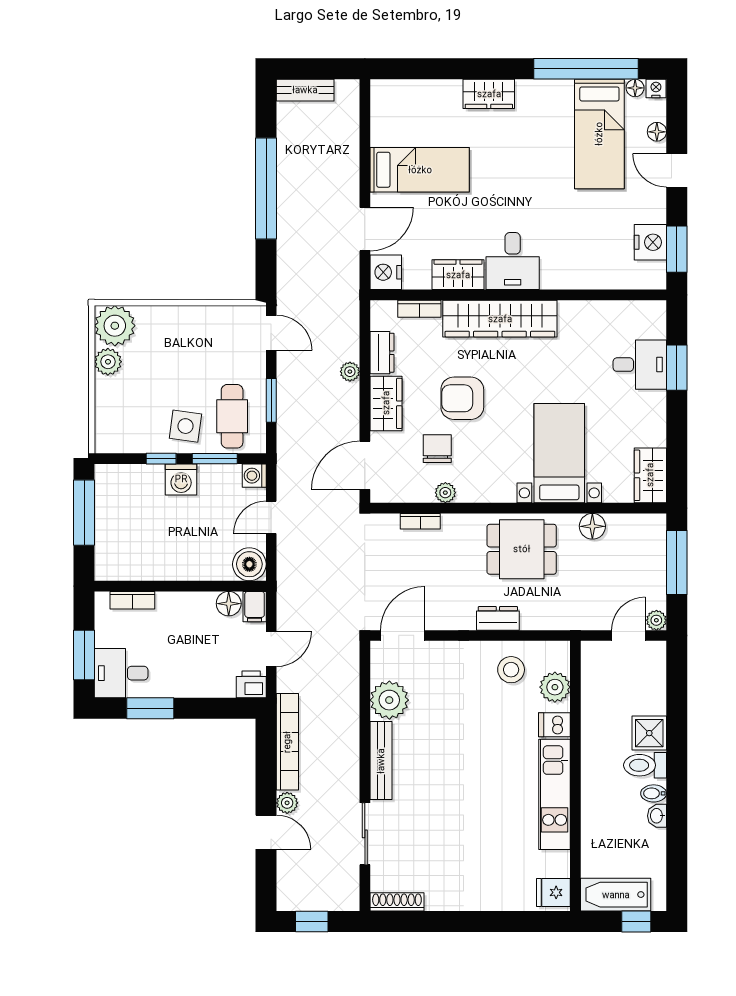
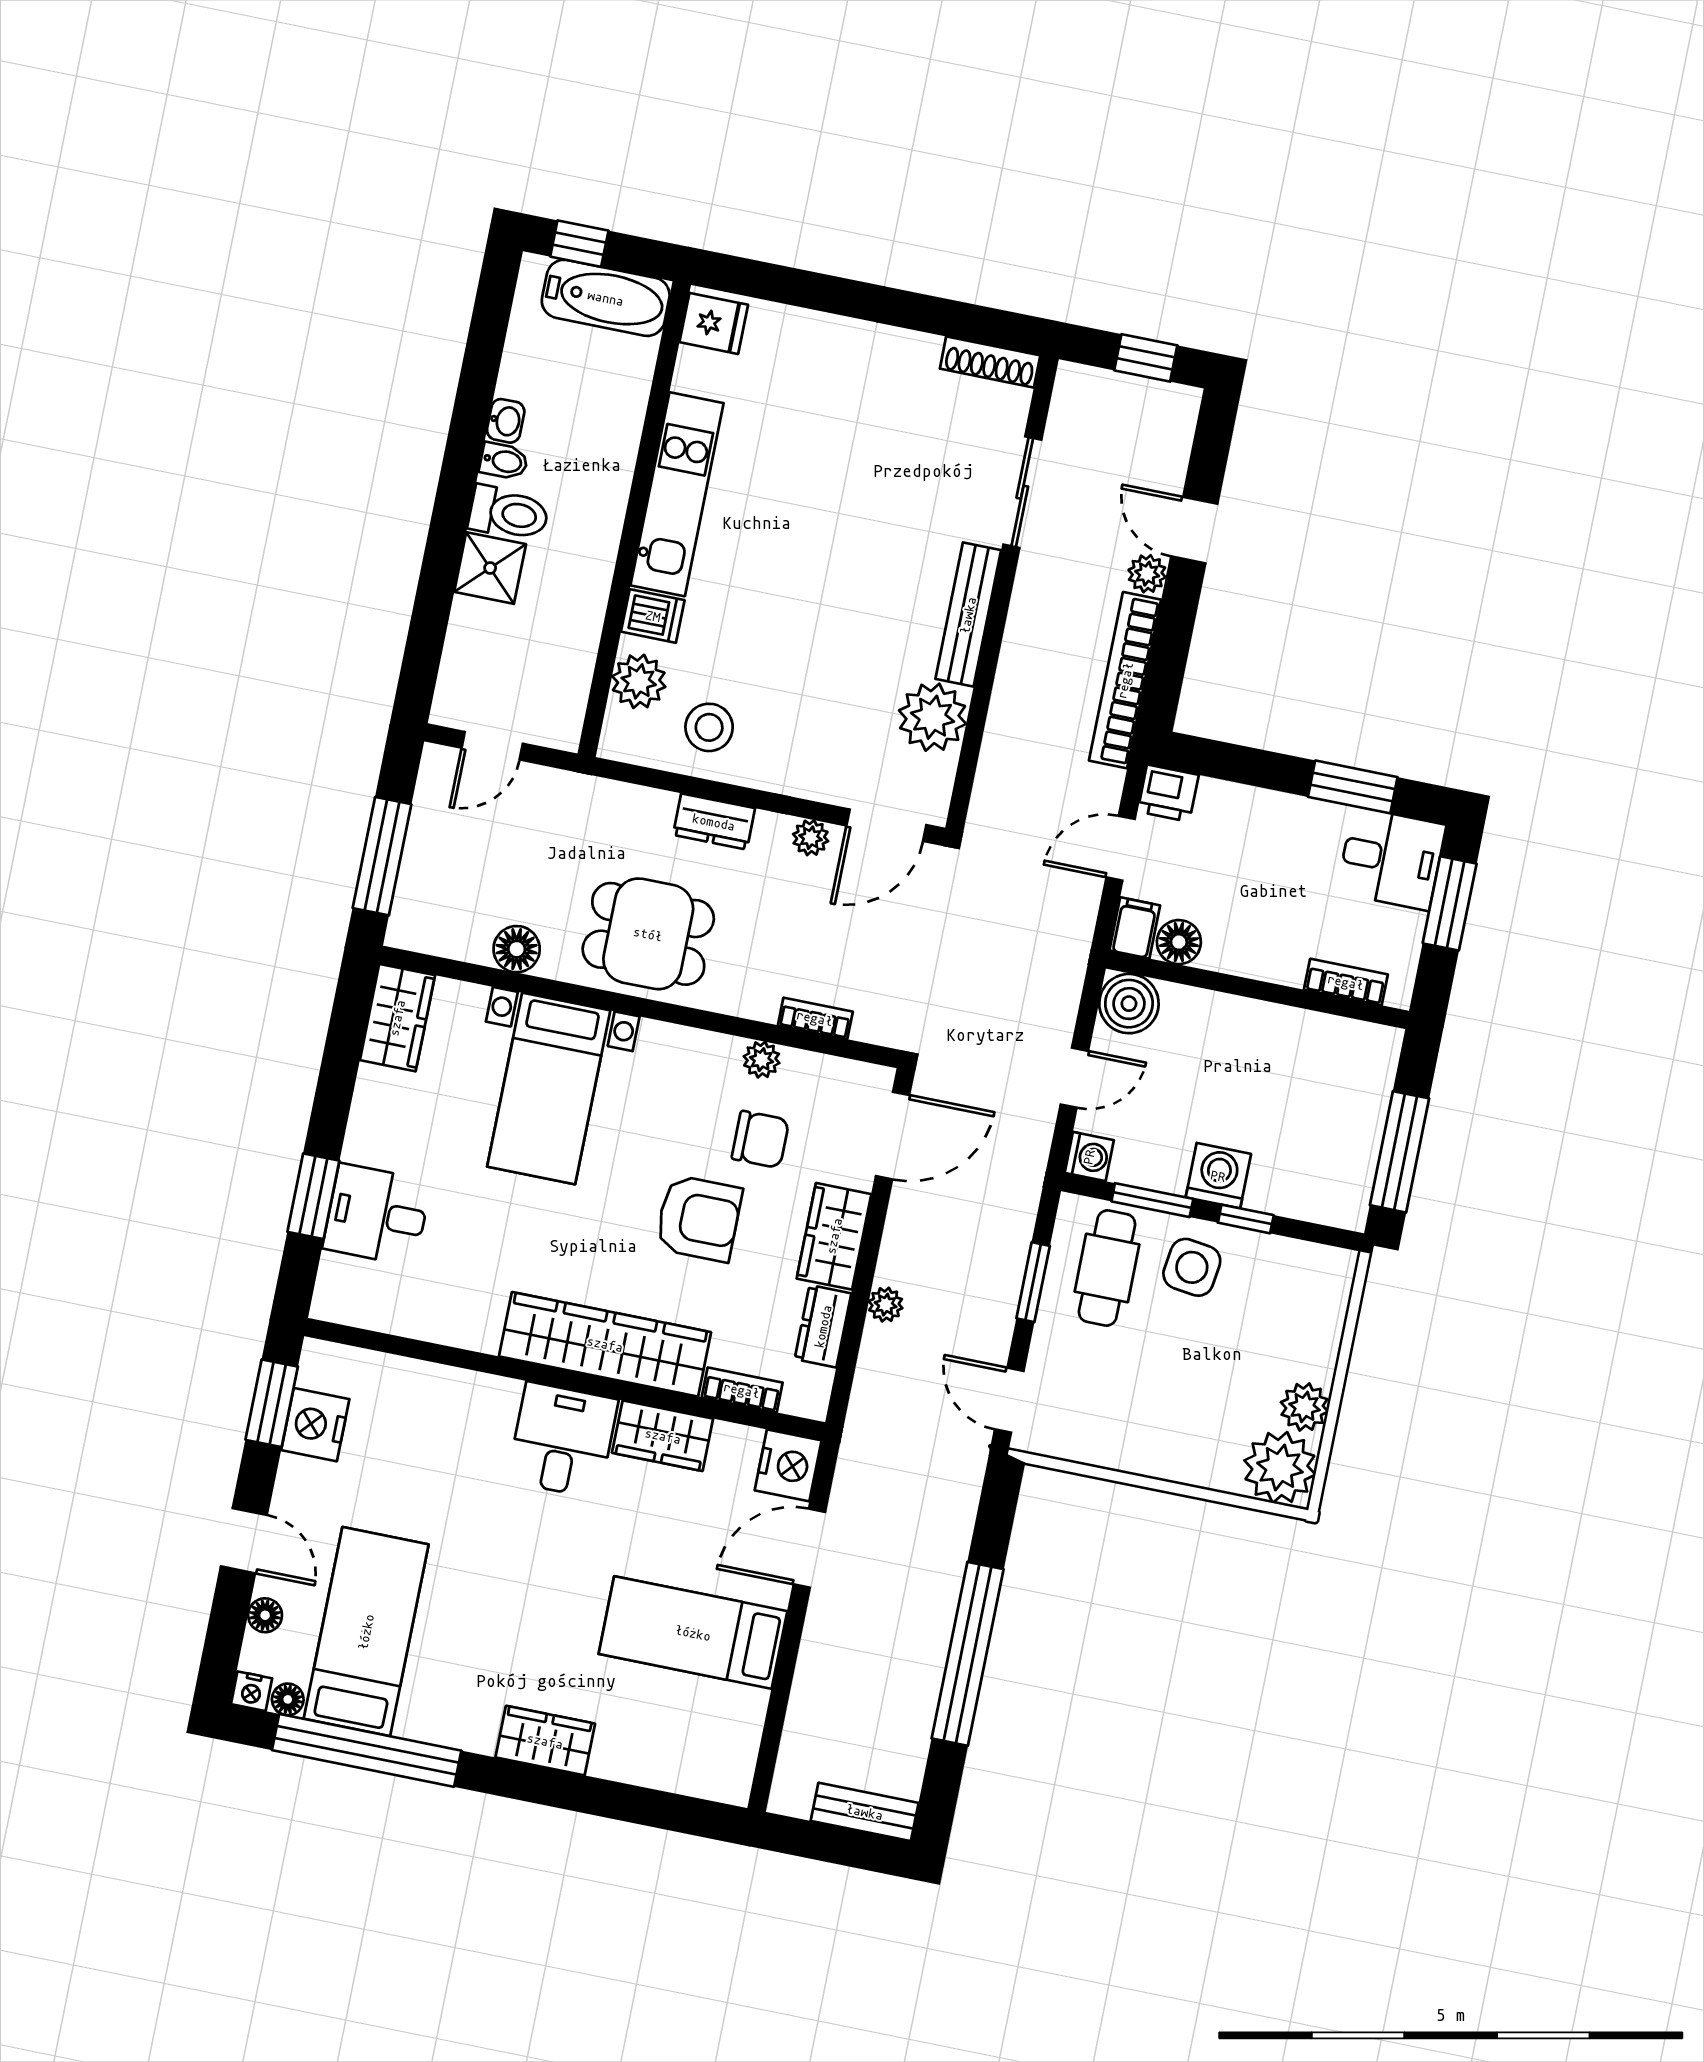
chair: (437, 449) -> (760, 1139), turned -90
plant: (656, 620) -> (811, 838), moved

